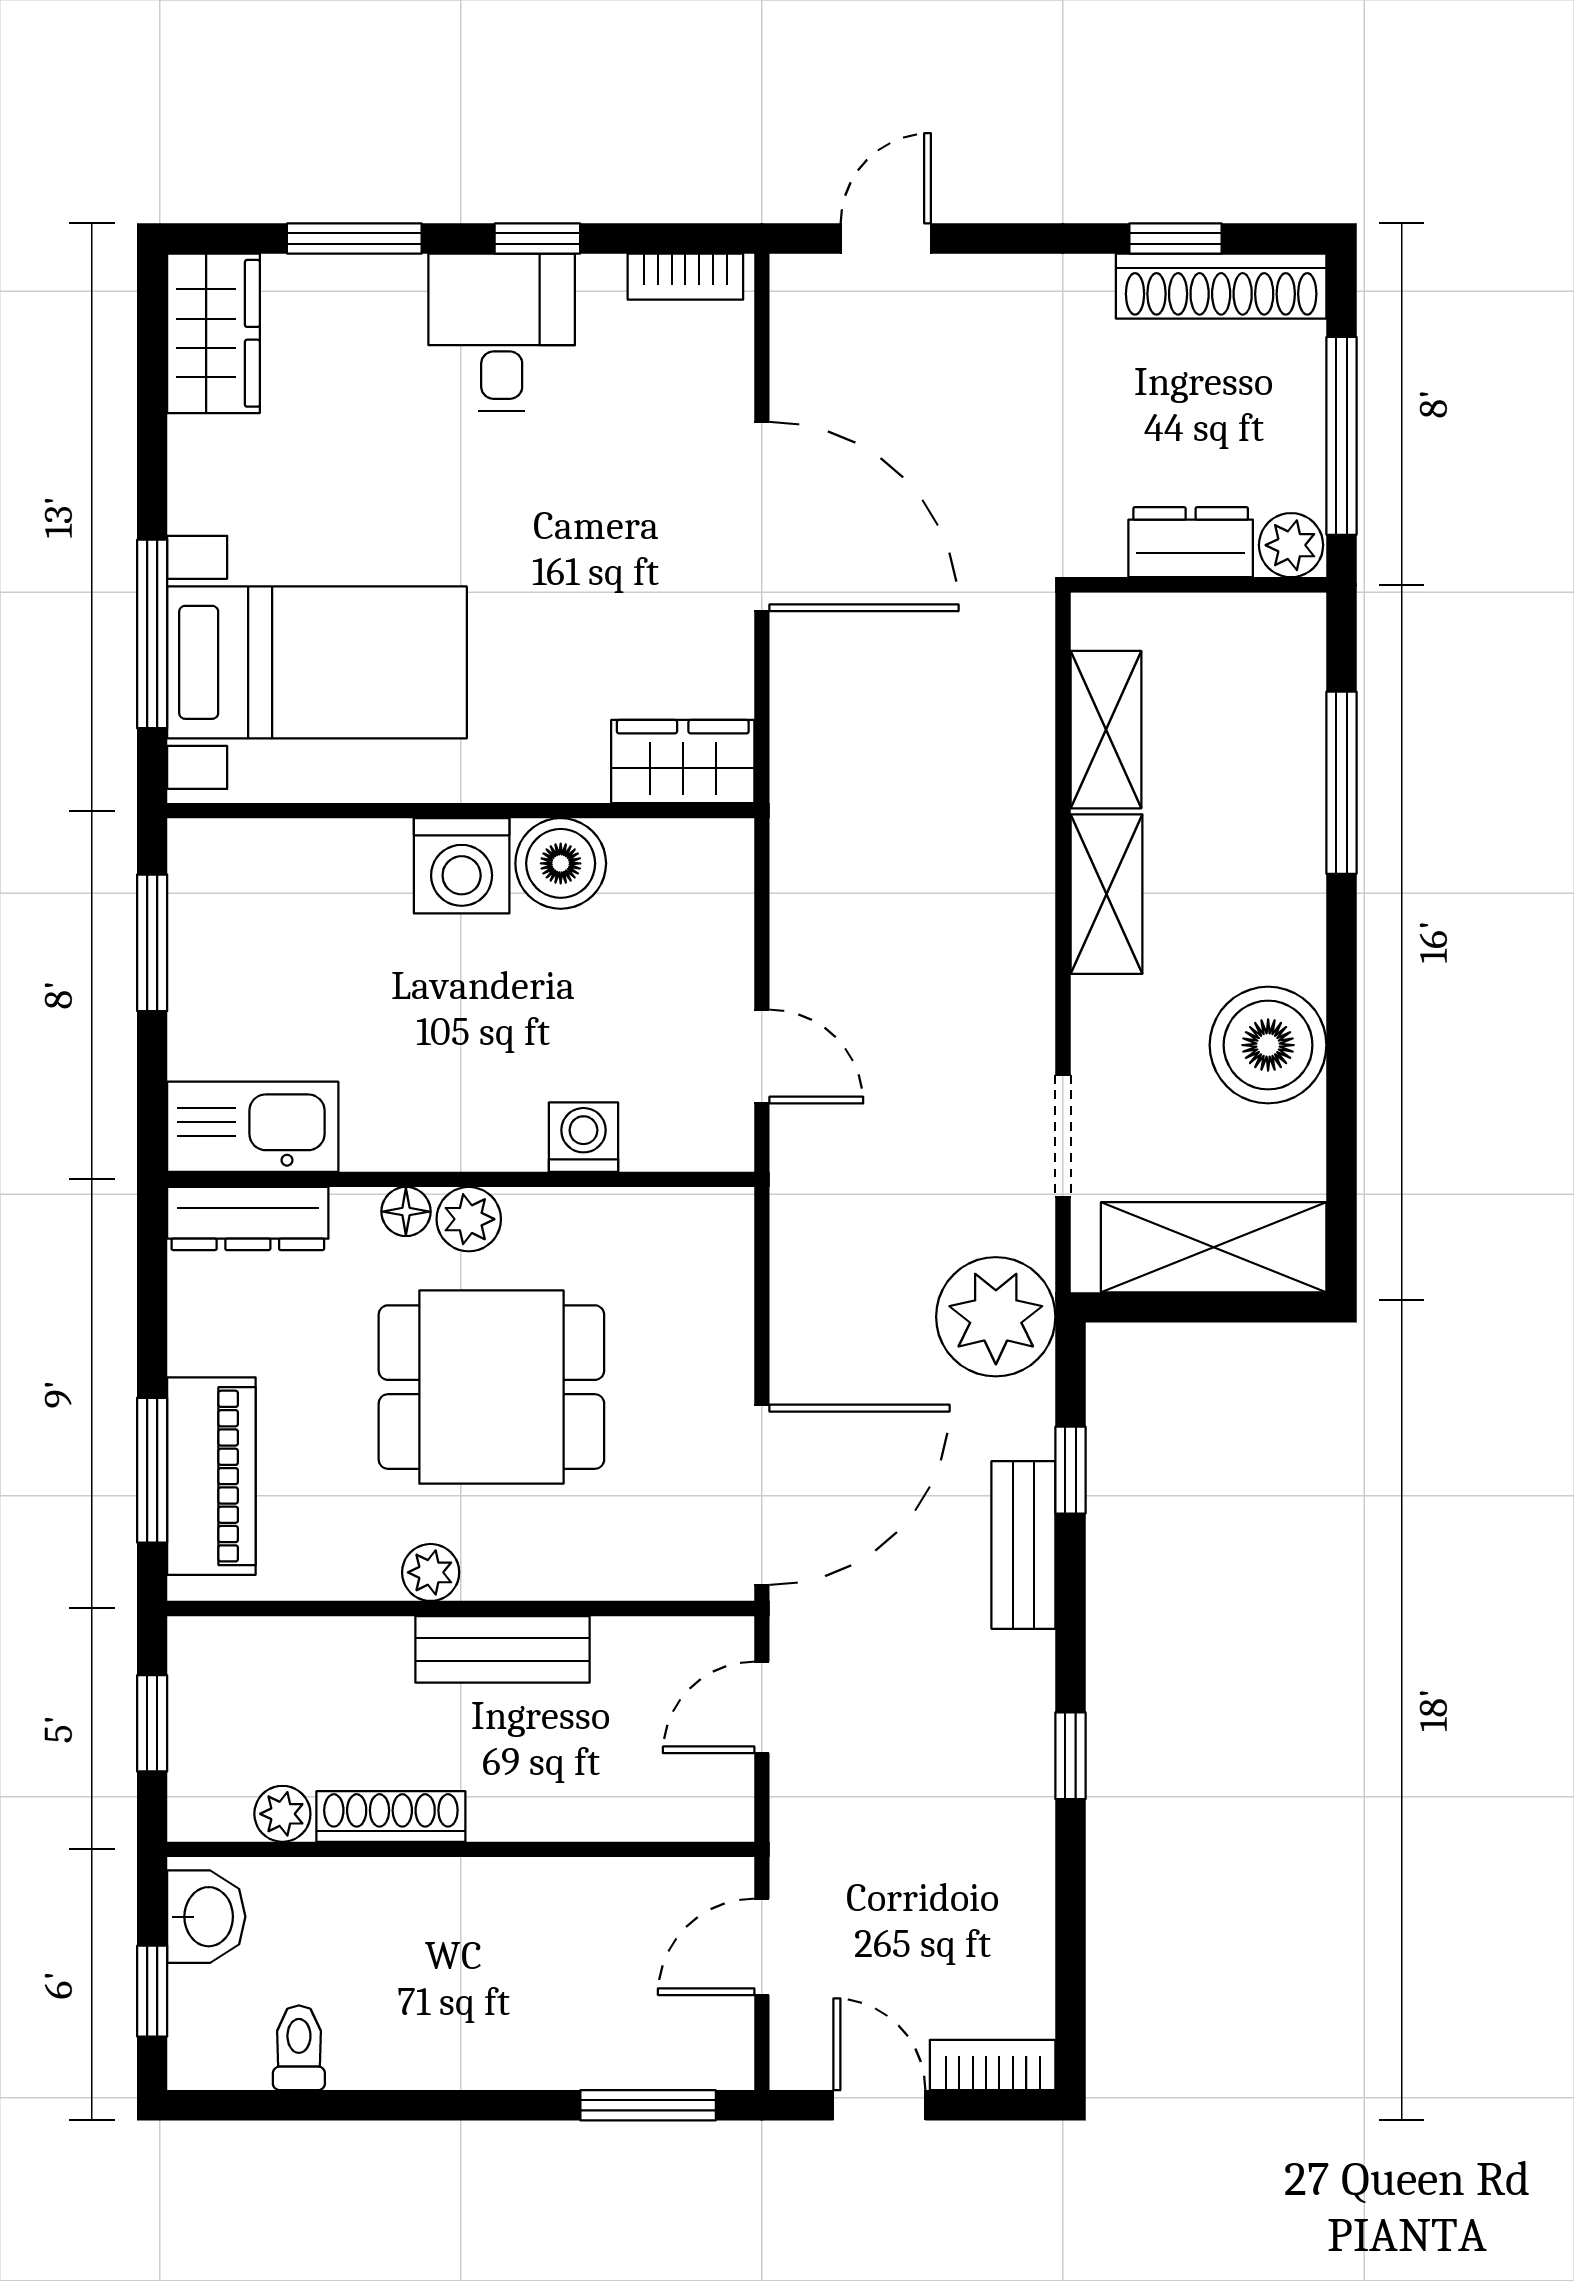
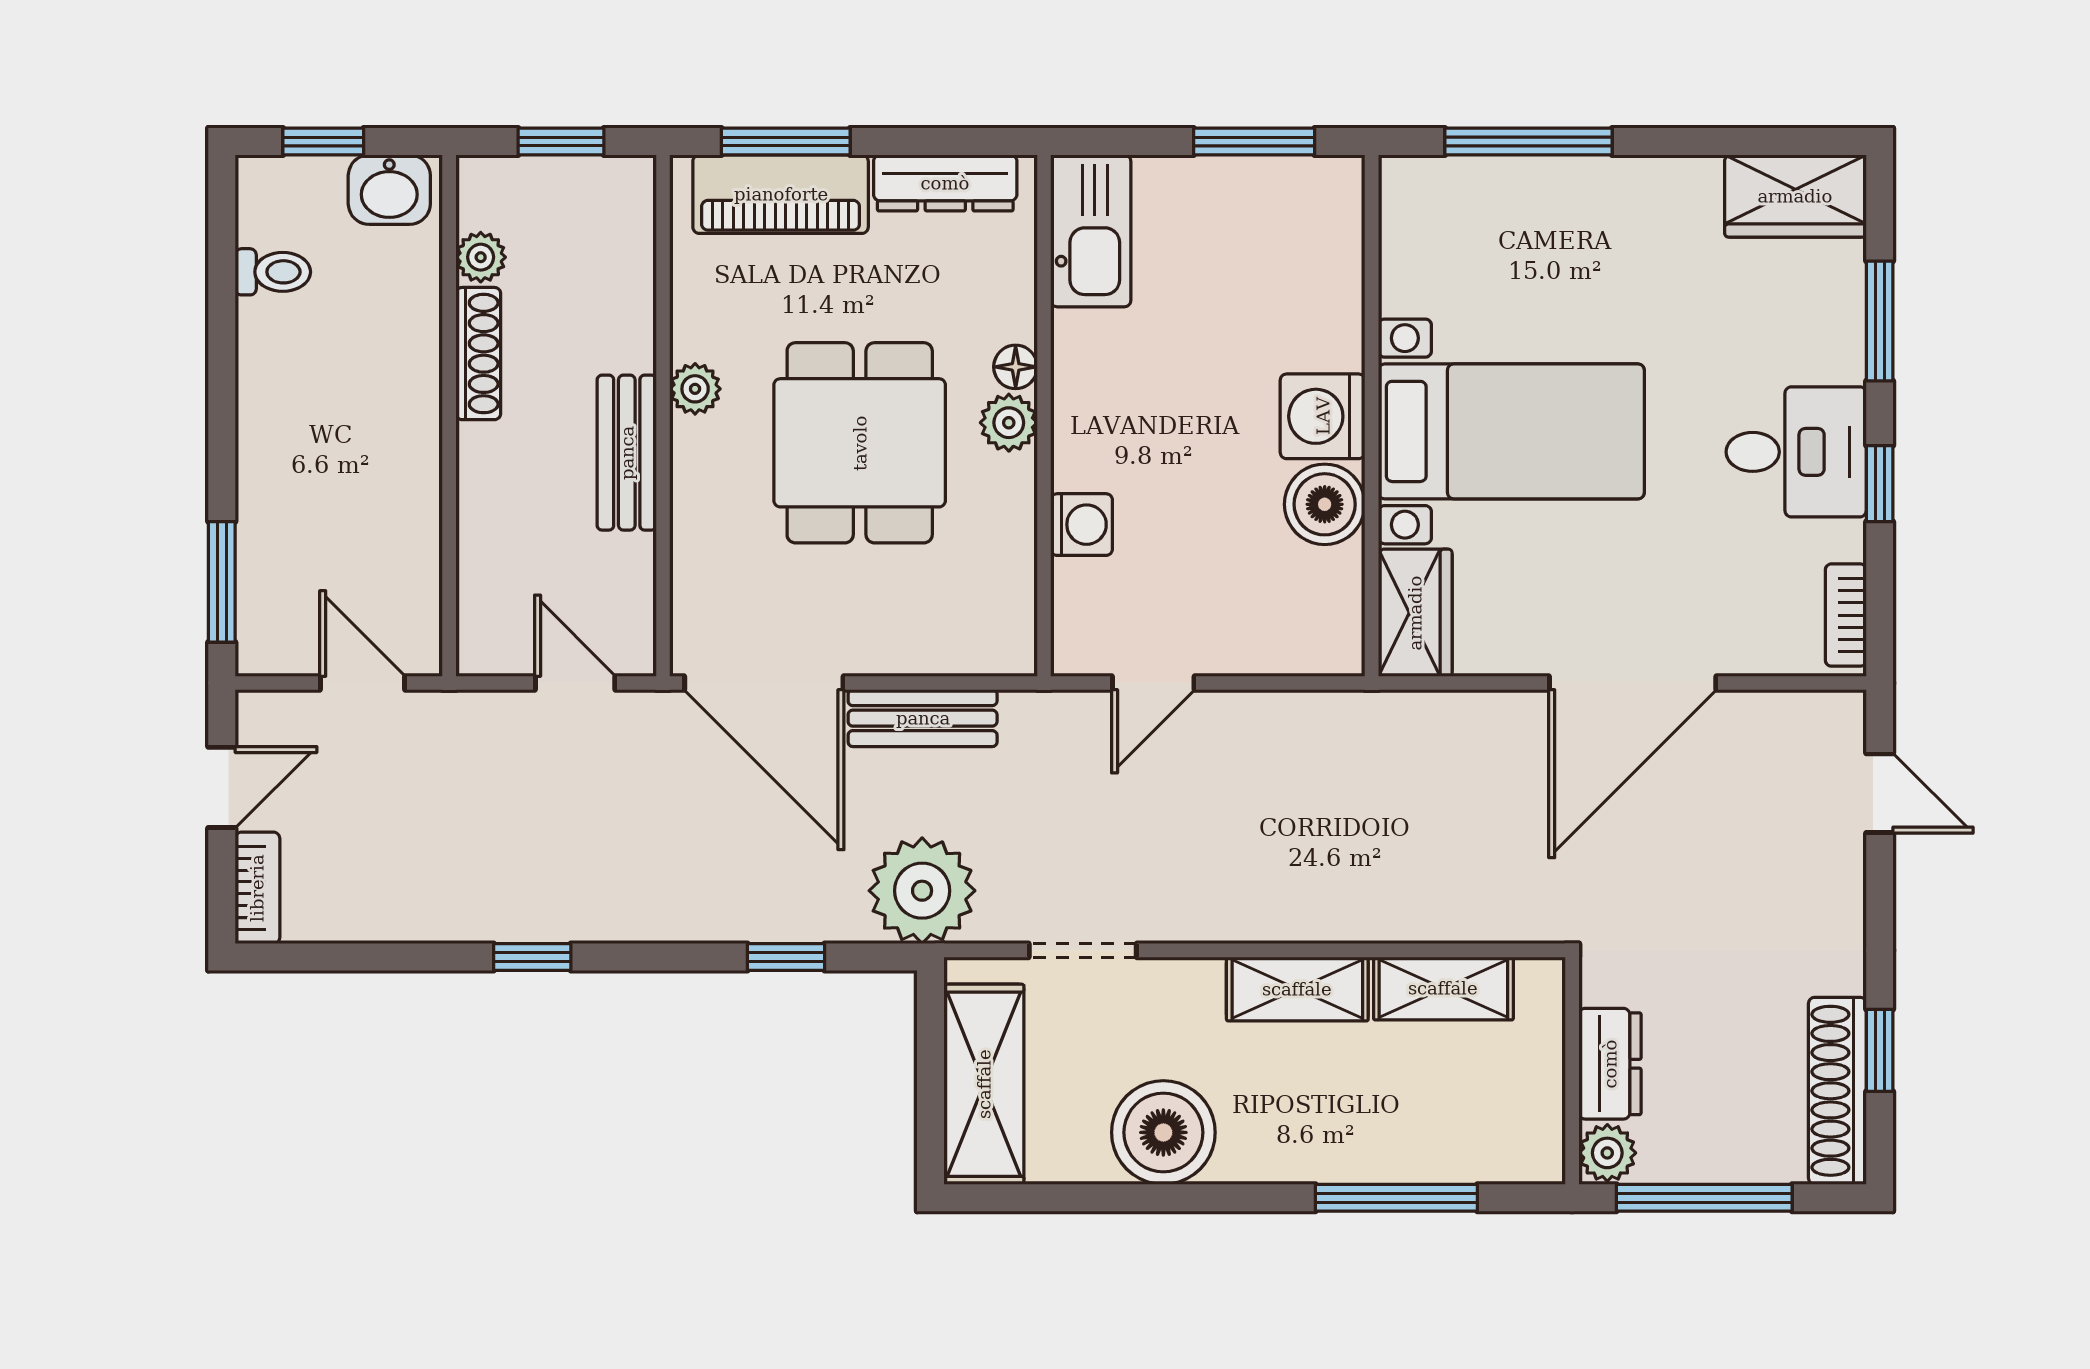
bed with nightstands: (317, 662) -> (1511, 431), moved, turned -90
dresser: (248, 1218) -> (945, 183), moved, turned -90
bench: (1023, 1545) -> (923, 718), moved

